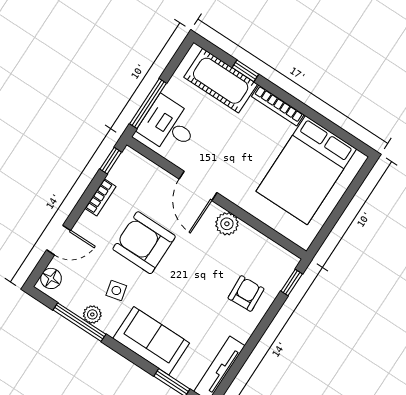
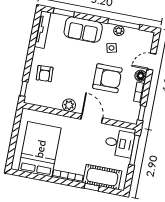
floor lamp: (51, 278) -> (141, 76), moved

